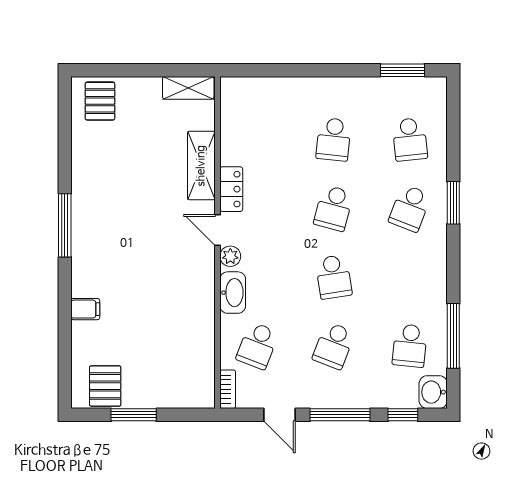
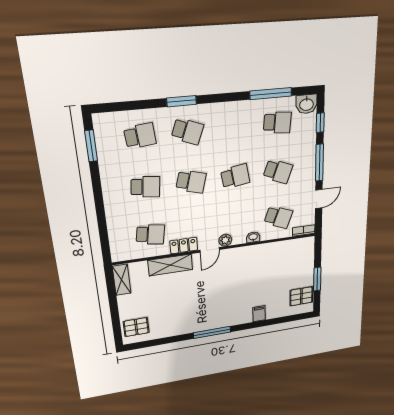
school desk: (257, 139) -> (150, 234), added
washbasin: (233, 293) -> (253, 237), width x0.52, depth x0.69

